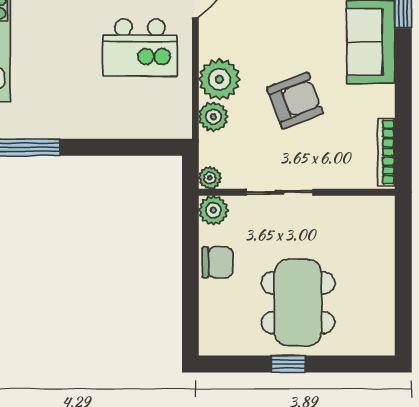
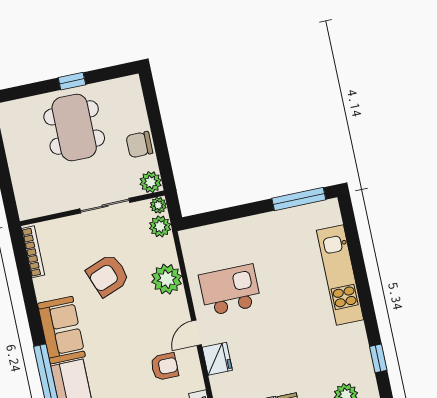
plant: (213, 117) -> (160, 226), moved

